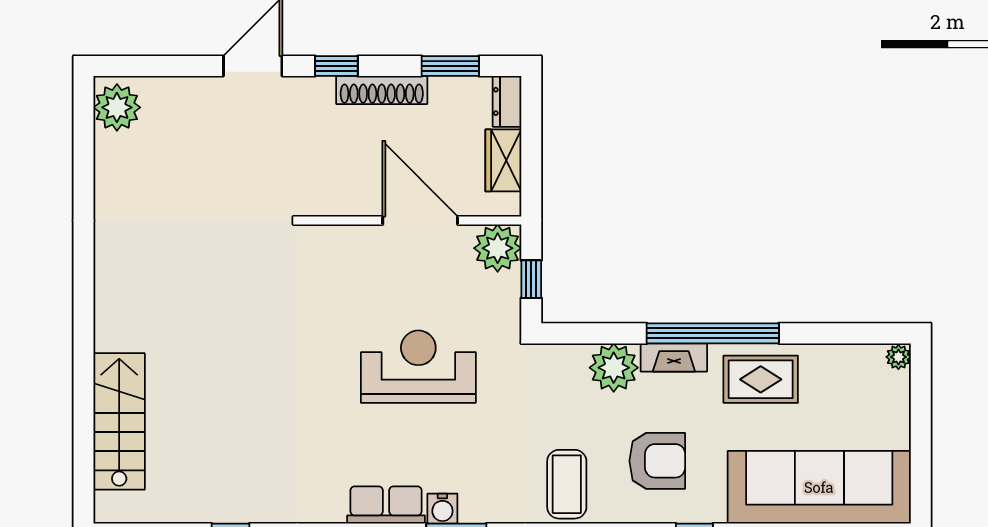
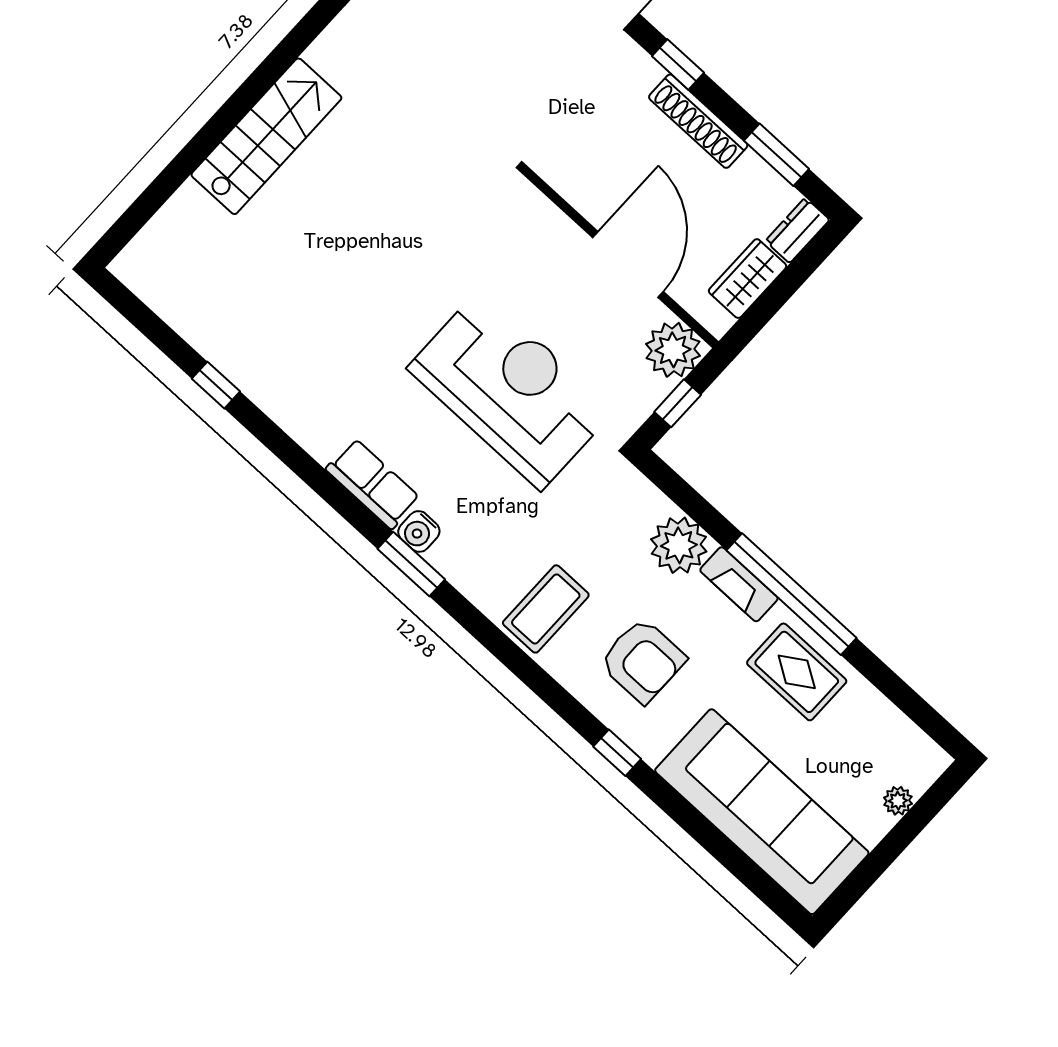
plant: (898, 357) -> (898, 801), moved
reception desk: (418, 367) -> (511, 390), width x1.36, depth x1.30
stairs: (119, 421) -> (266, 136), moved

